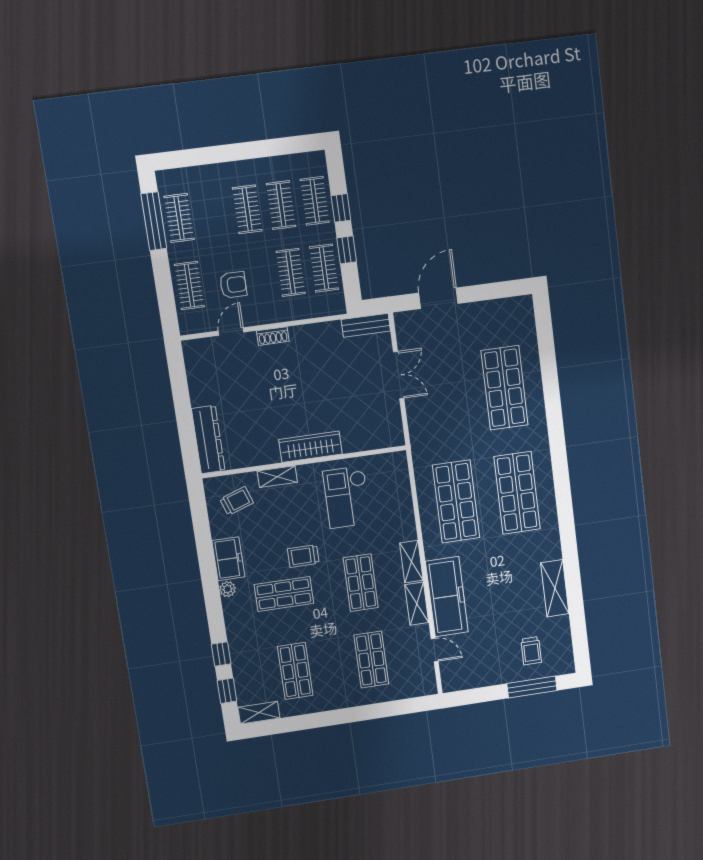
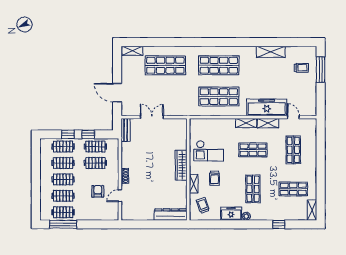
clothes rail: (189, 286) -> (63, 196), moved
shelving: (526, 318) -> (132, 51), added
door: (231, 332) -> (120, 196), hinge flipped
trolley: (303, 556) -> (214, 178), moved
door: (435, 650) -> (293, 117), hinge flipped
shop shelf: (371, 659) -> (293, 150), turned 90
window: (227, 691) -> (298, 224), removed

